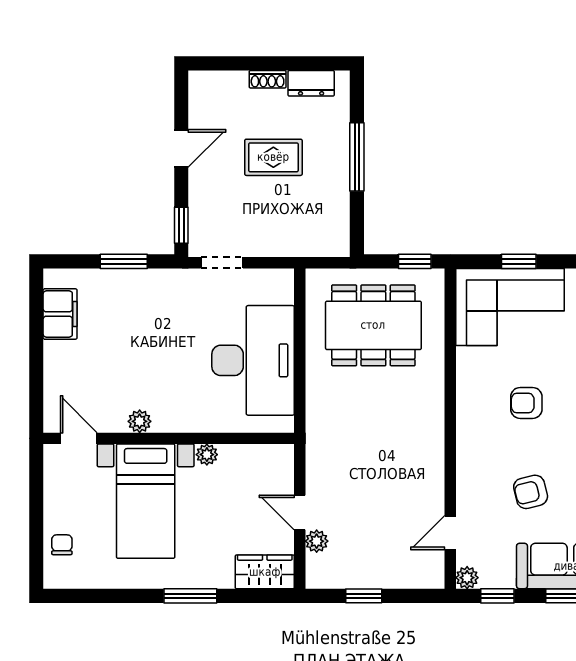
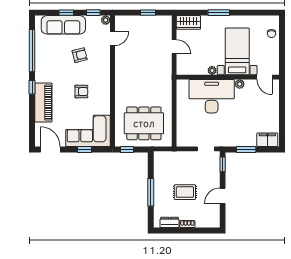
filing cabinet: (60, 314) -> (267, 140), moved, turned 90
desk: (253, 360) -> (212, 96), moved, turned 90
plant: (317, 541) -> (167, 35), removed

